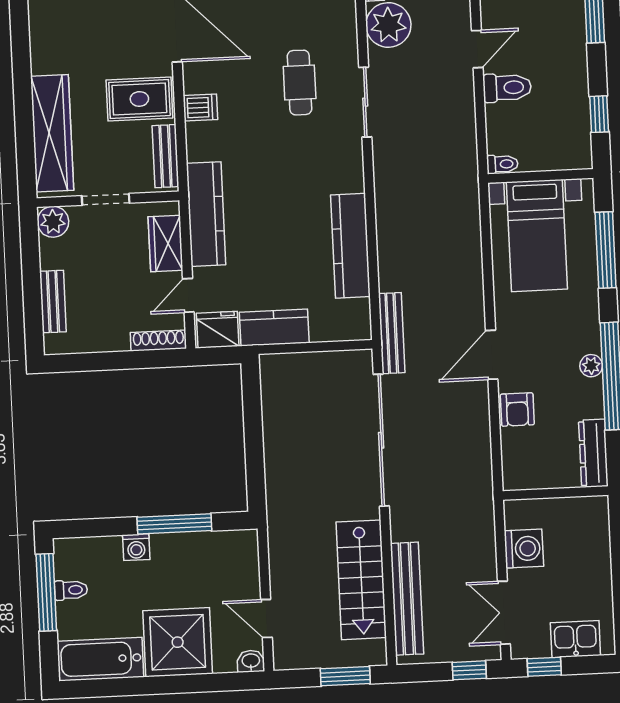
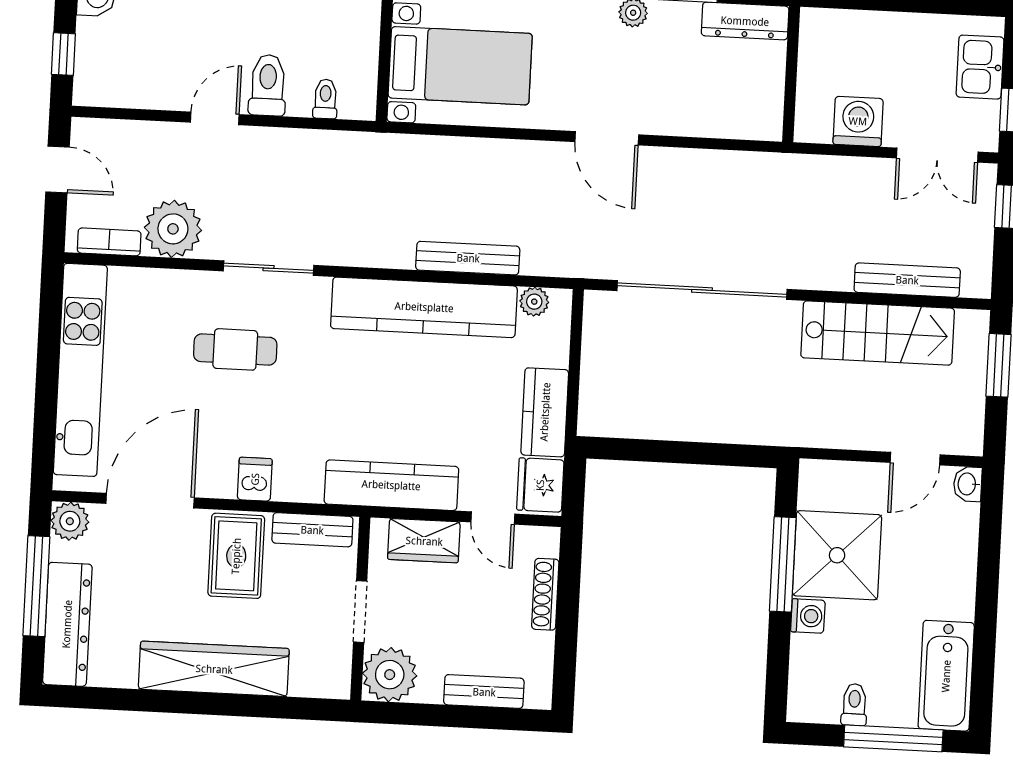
door: (477, 49) -> (215, 118), hinge flipped
wardrobe: (52, 133) -> (214, 669), moved
toilet: (502, 164) -> (325, 99), moved
plant: (53, 222) -> (390, 675), width x1.36, depth x1.36
kitchen counter: (350, 246) -> (424, 307), width x1.39, depth x1.17
plant: (359, 311) -> (534, 302), added
bench: (392, 333) -> (468, 258), moved
shoe rack: (158, 341) -> (545, 594), moved
armchair: (517, 410) -> (680, 113), removed
window: (46, 592) -> (893, 738), moved
bench: (407, 599) -> (907, 280), width x0.73, depth x0.82
shower: (178, 642) -> (837, 555), moved

